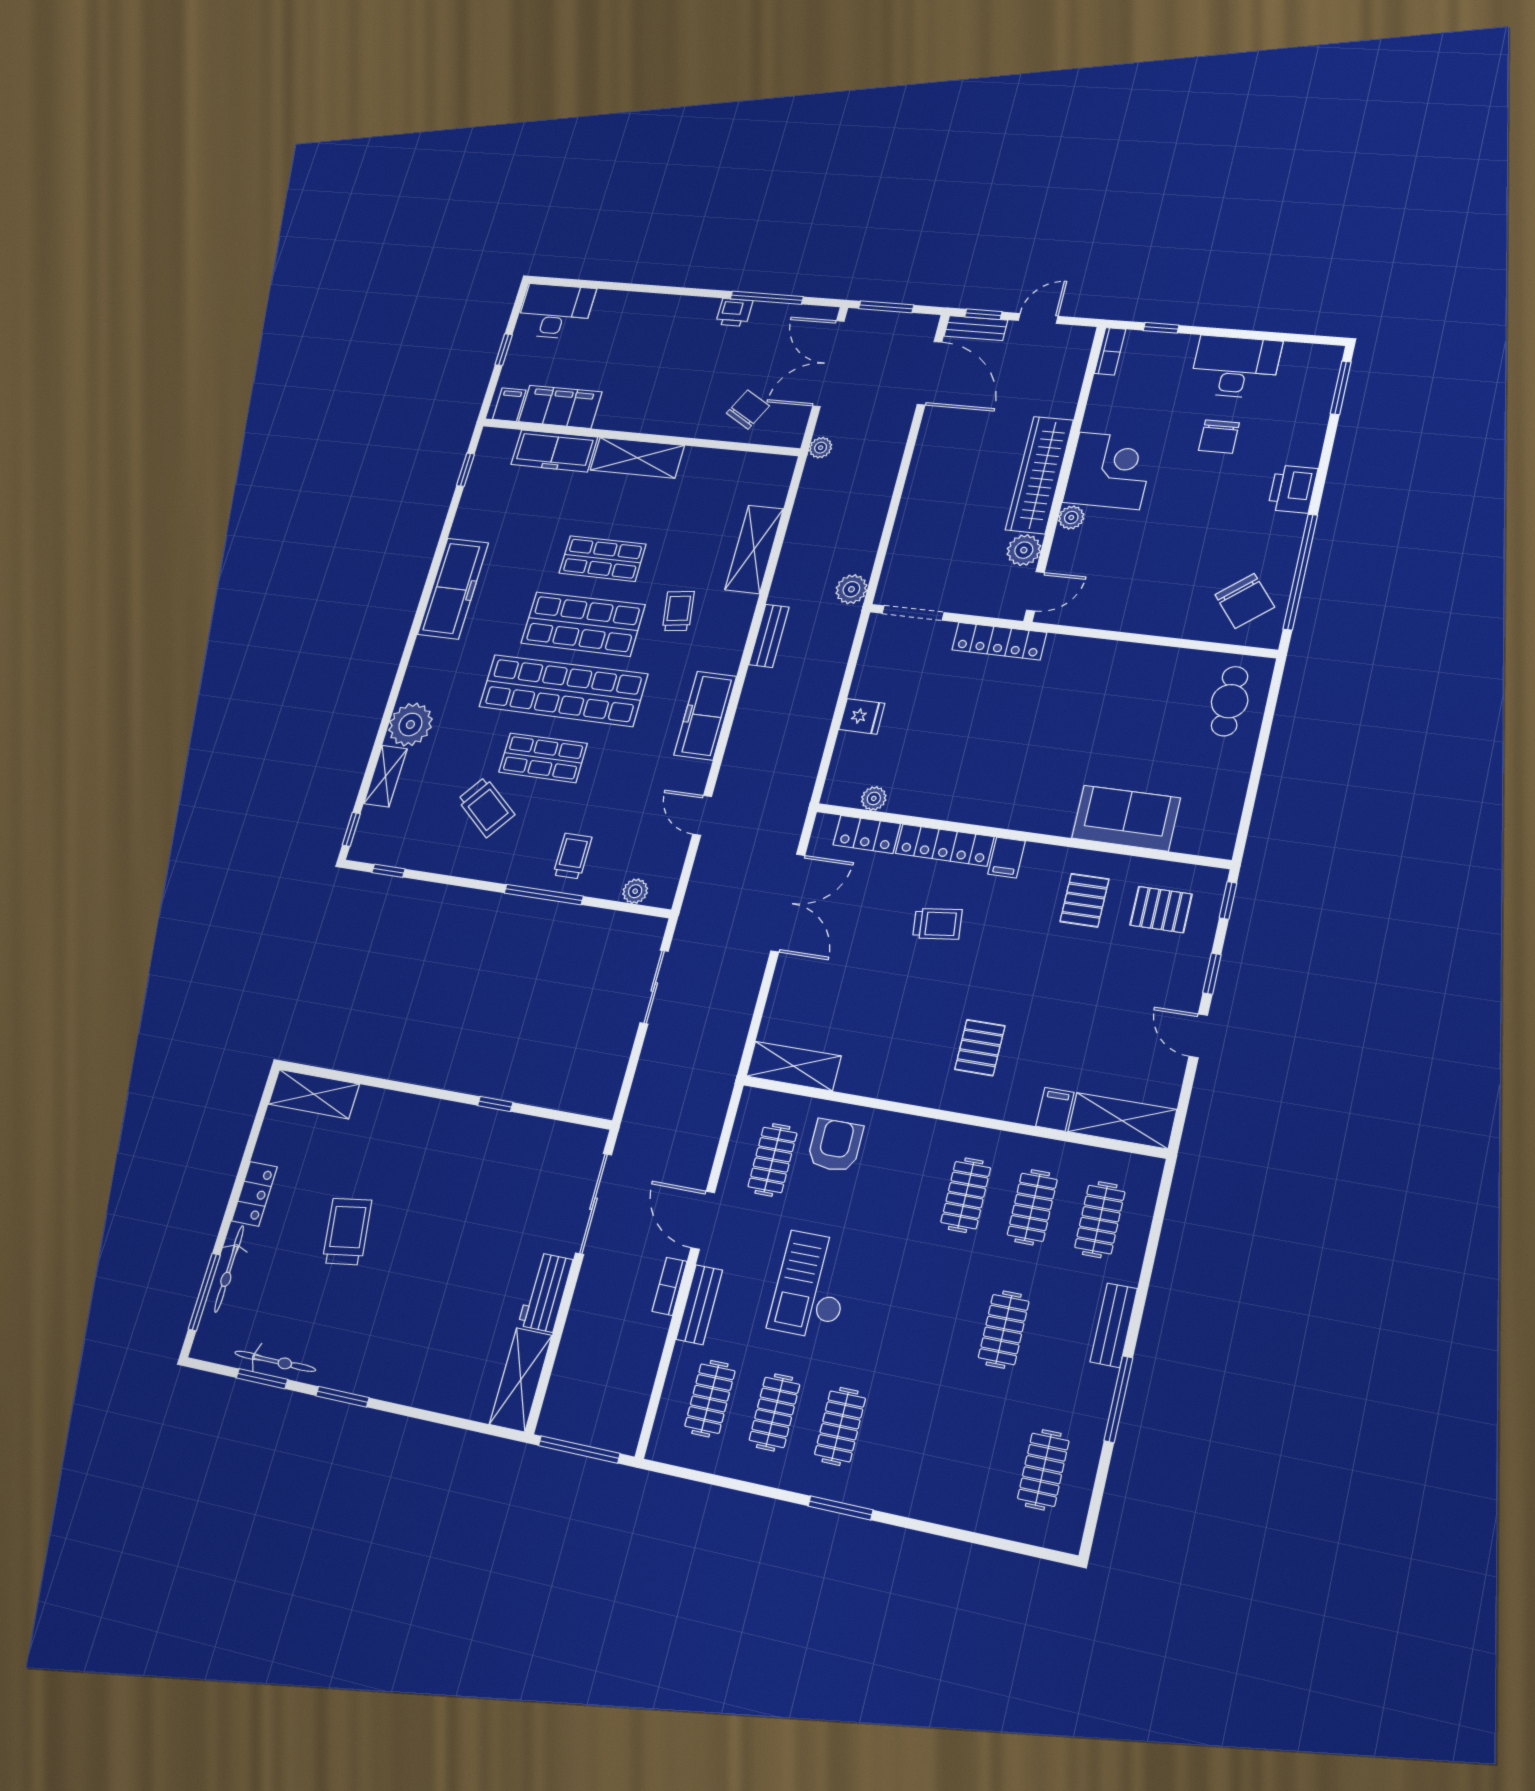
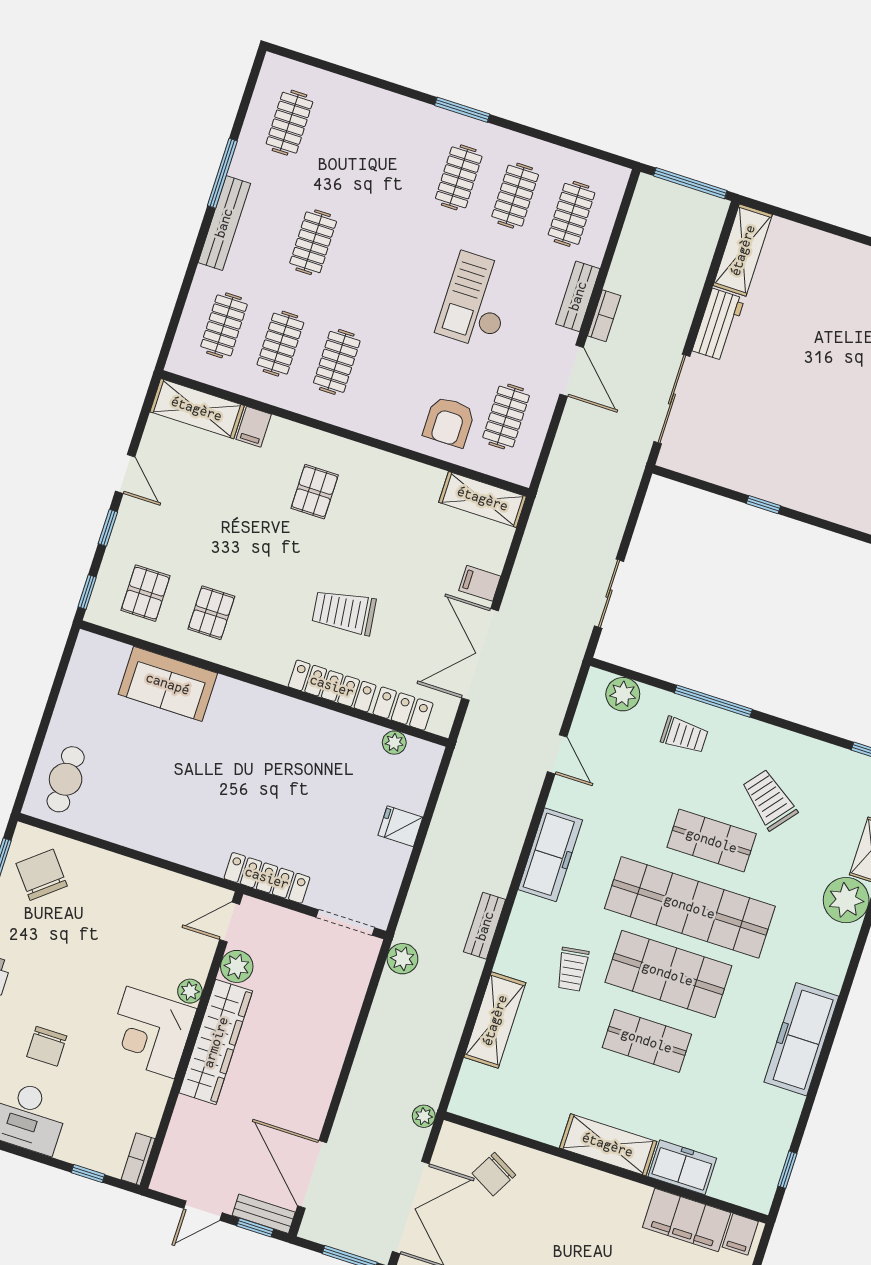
chair: (1219, 437) -> (47, 1046), turned 180
freezer: (554, 451) -> (682, 1167), width x0.71
trolley: (572, 856) -> (684, 735), turned -90
filing cabinet: (1007, 858) -> (480, 583), moved, turned -90
plant: (635, 891) -> (623, 694), width x1.38, depth x1.38
pallet: (1161, 910) -> (146, 593), turned 90
trolley: (937, 924) -> (344, 612), width x1.36, depth x1.39
checkout: (812, 1285) -> (477, 301), turned 180
bench: (1114, 1325) -> (224, 223), width x1.36

